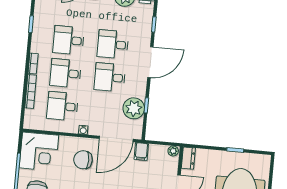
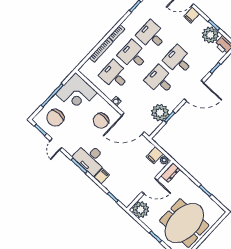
filing cabinet: (141, 151) -> (155, 155), moved
chair: (83, 160) -> (101, 121), turned -90

